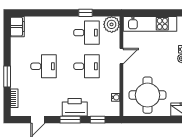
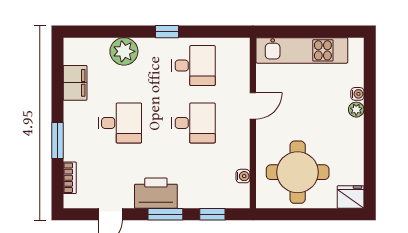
window: (85, 13) -> (167, 32), moved
plant: (112, 24) -> (124, 51), moved
filing cabinet: (17, 27) -> (75, 83), moved
printer: (75, 107) -> (156, 193), moved

